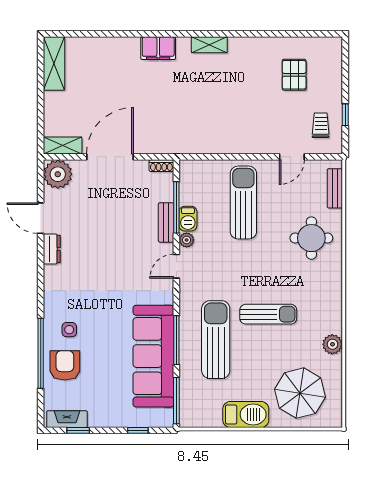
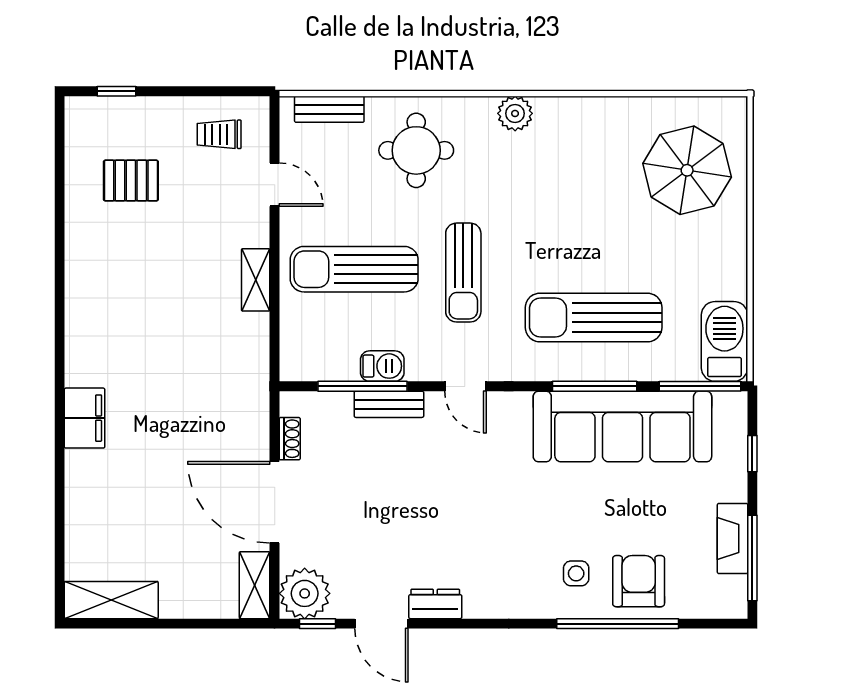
shelving: (209, 45) -> (256, 280), moved
window: (345, 115) -> (117, 91), moved
shoe rack: (161, 166) -> (290, 439), moved
window: (41, 182) -> (317, 624), added
door: (41, 218) -> (381, 624), hinge flipped
plant: (187, 240) -> (420, 368), removed
sun lounger: (268, 314) -> (463, 273), moved, turned 180
plant: (332, 344) -> (515, 113), moved
armchair: (65, 365) -> (639, 581), turned 90
barbecue: (246, 415) -> (724, 341), moved
fireplace: (67, 419) -> (733, 538), moved
window: (78, 430) -> (752, 558), width x2.17

